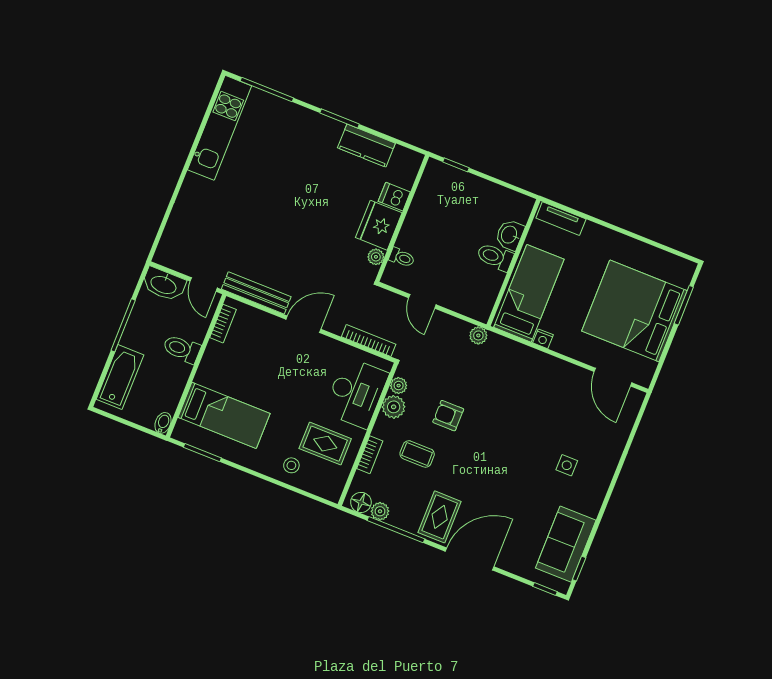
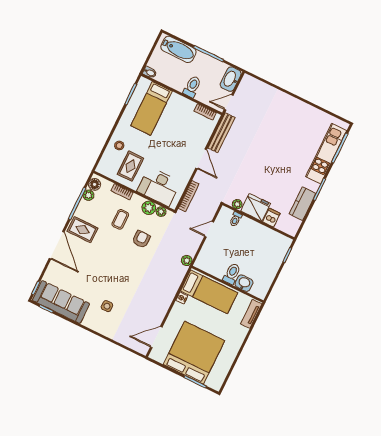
kitchen unit: (220, 128) -> (326, 154), moved, turned 90
sofa: (566, 544) -> (61, 302), width x1.36

